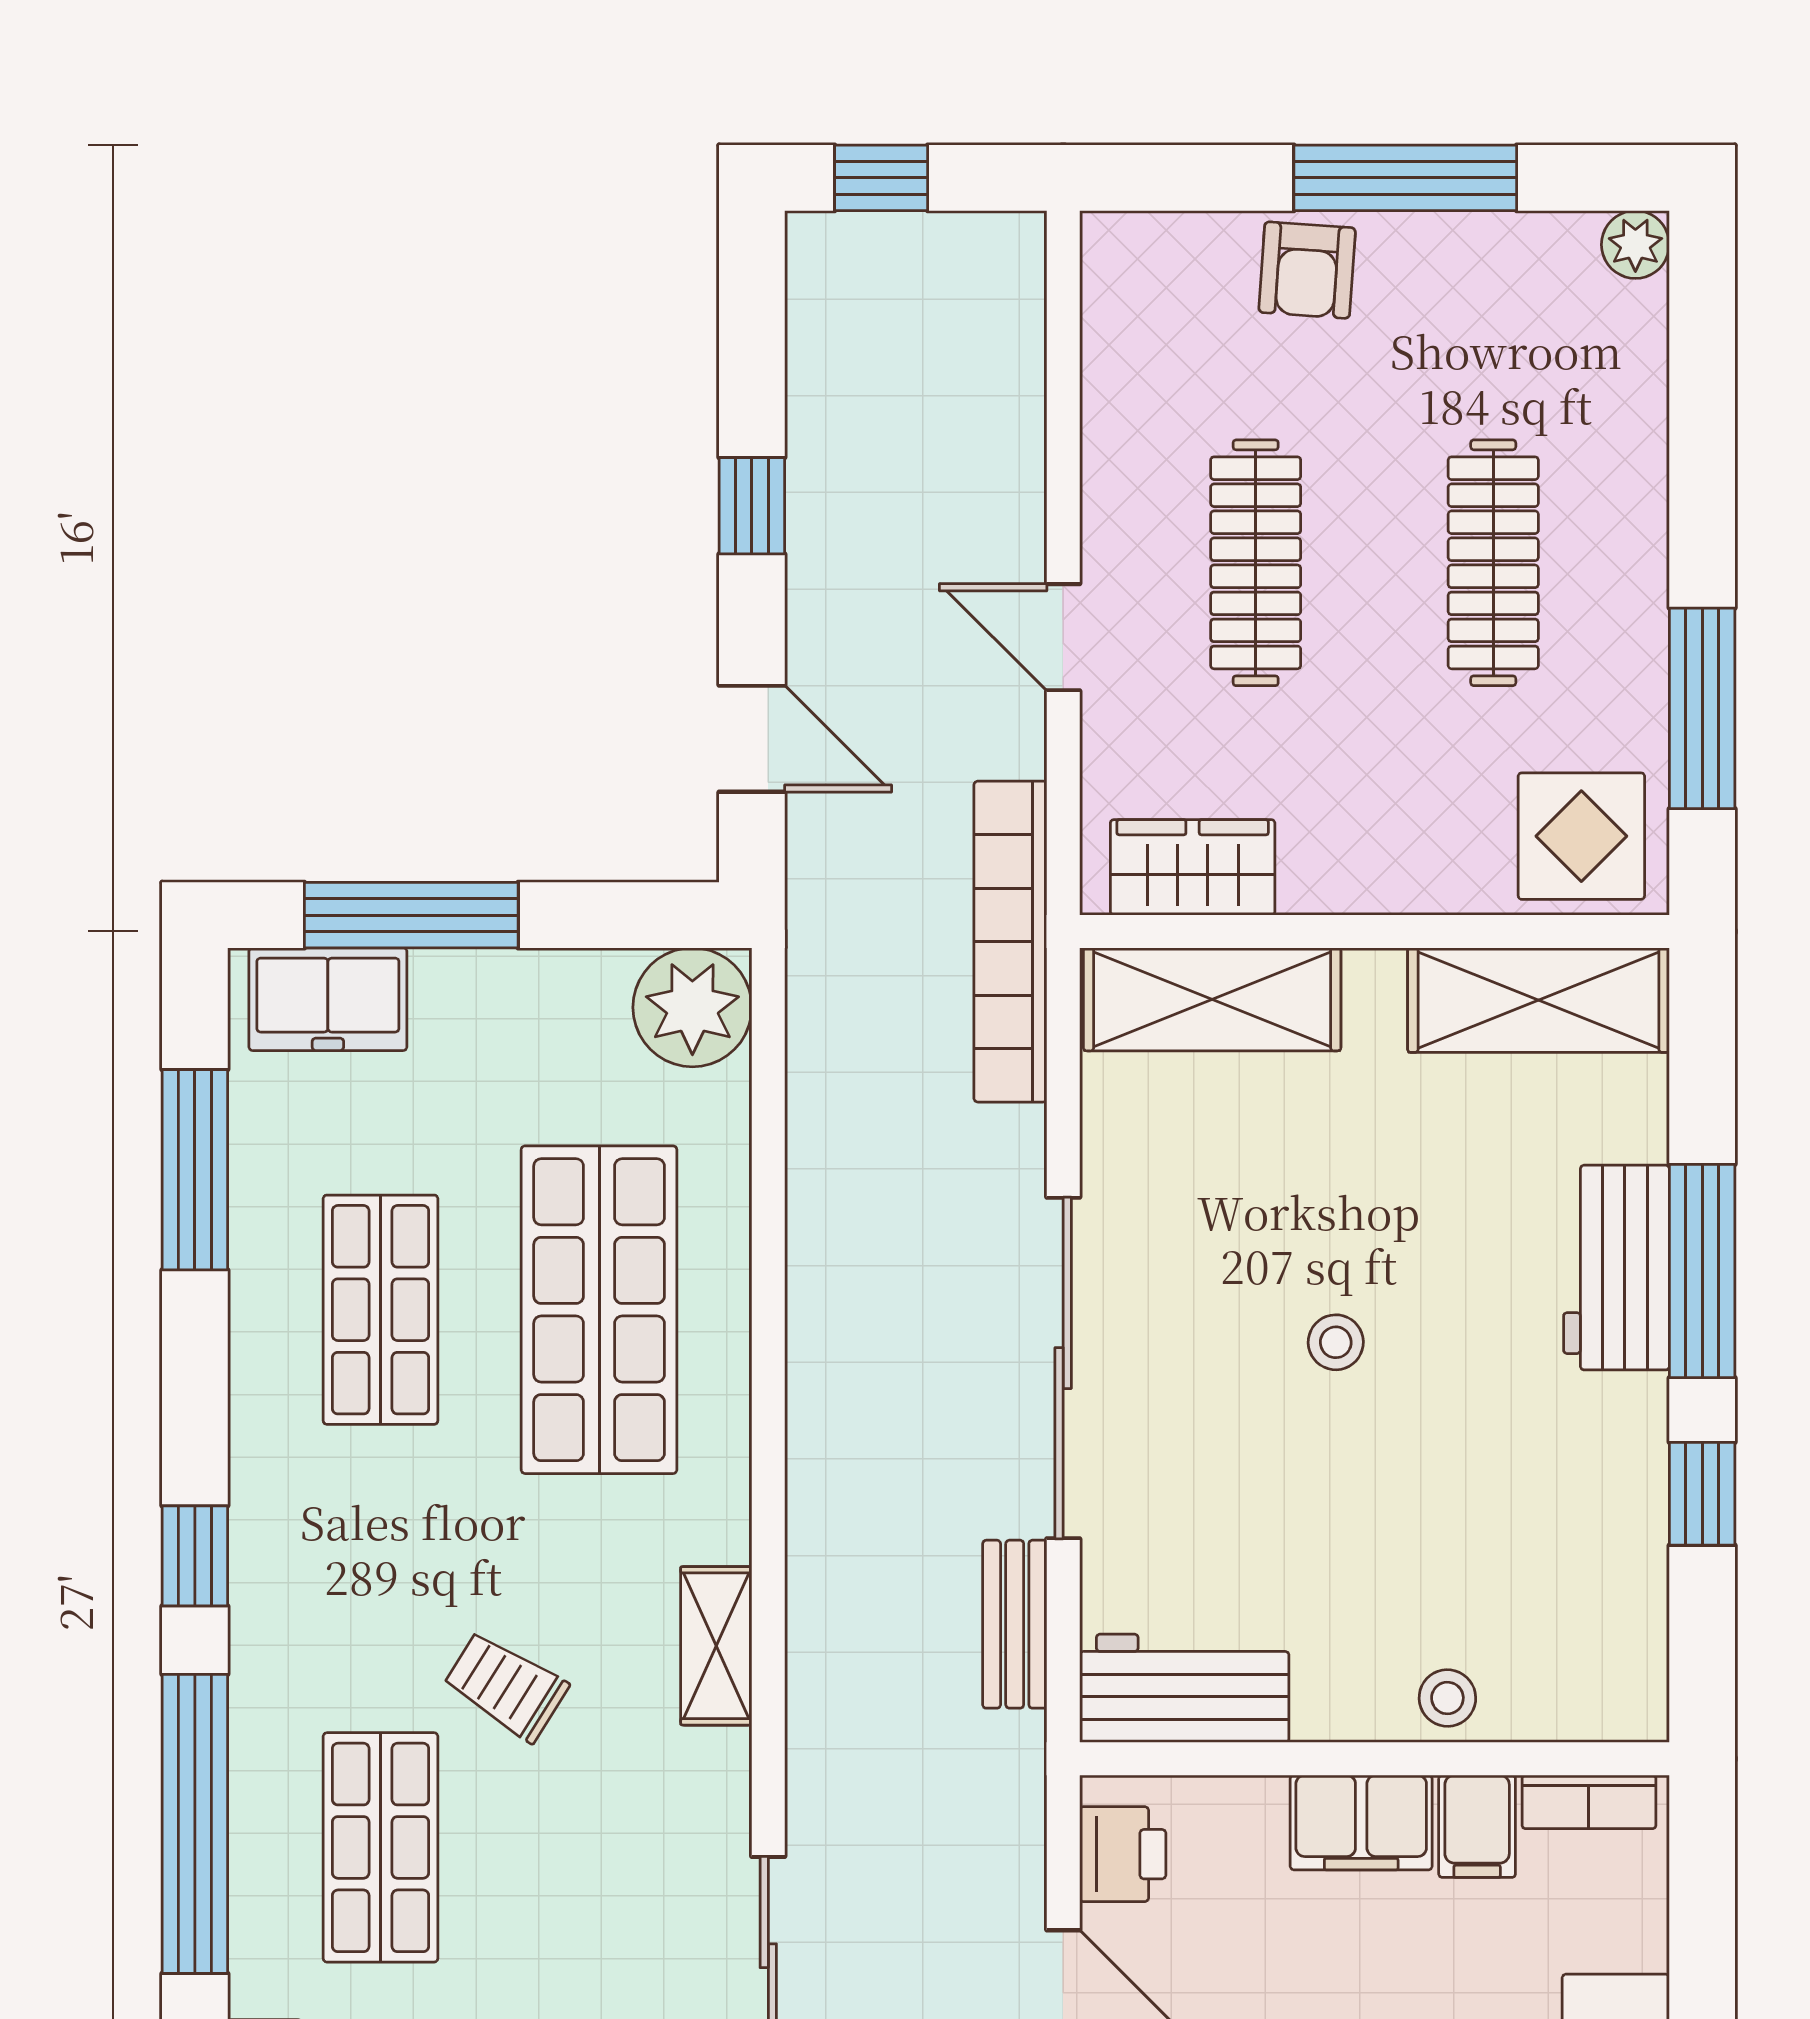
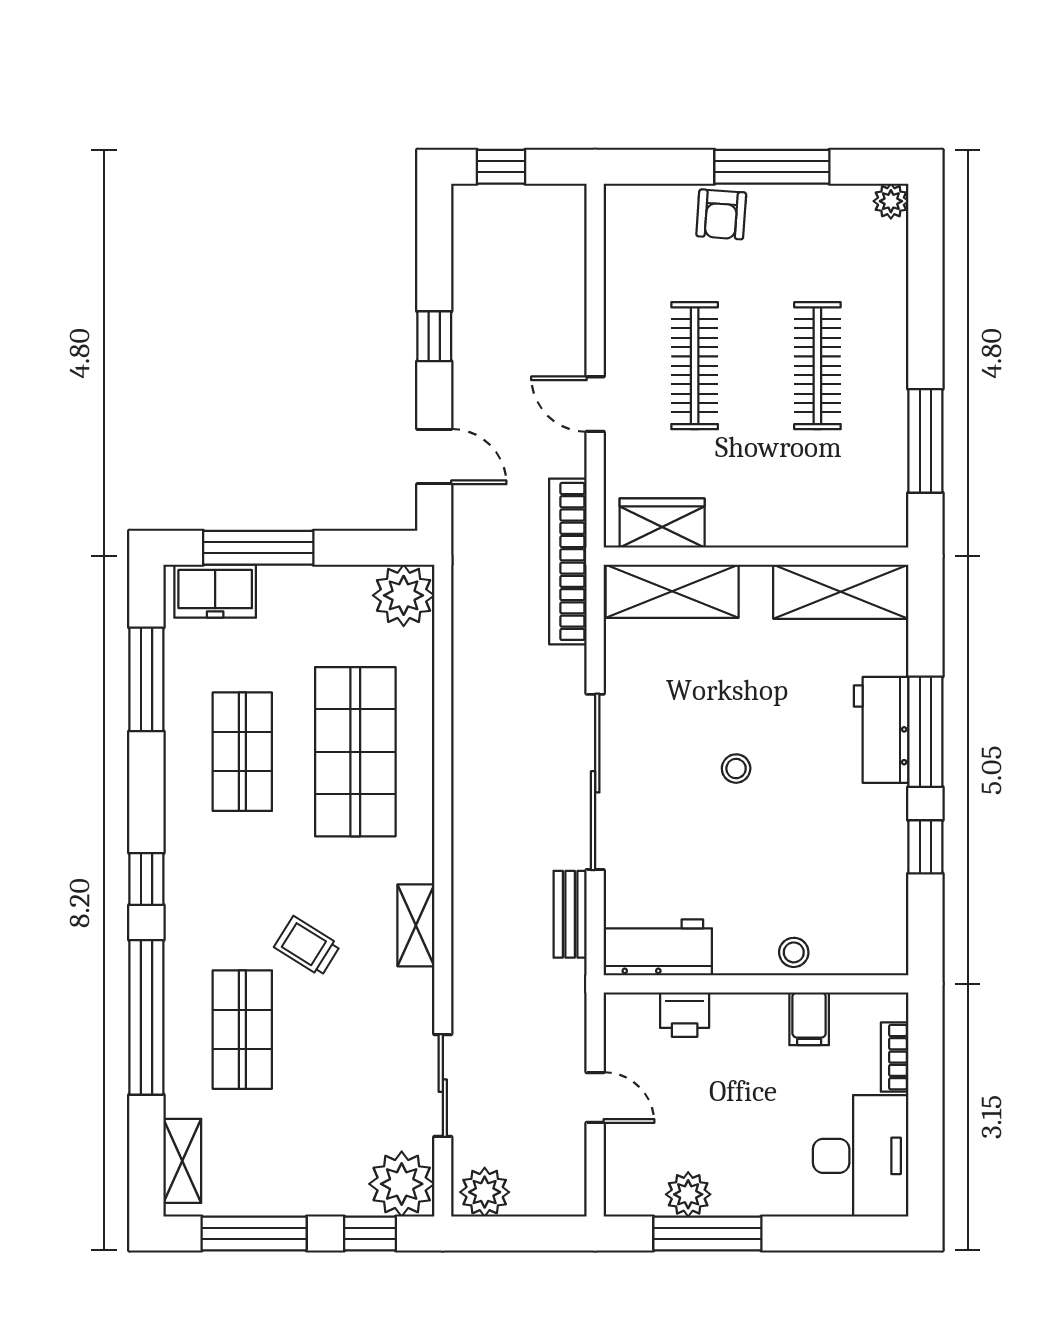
display table: (1581, 836) -> (863, 507), removed
bookcase: (1589, 1802) -> (895, 1057), moved, turned 90
filing cabinet: (1361, 1822) -> (749, 1017), removed
printer: (1123, 1854) -> (685, 1015), moved, turned 90

